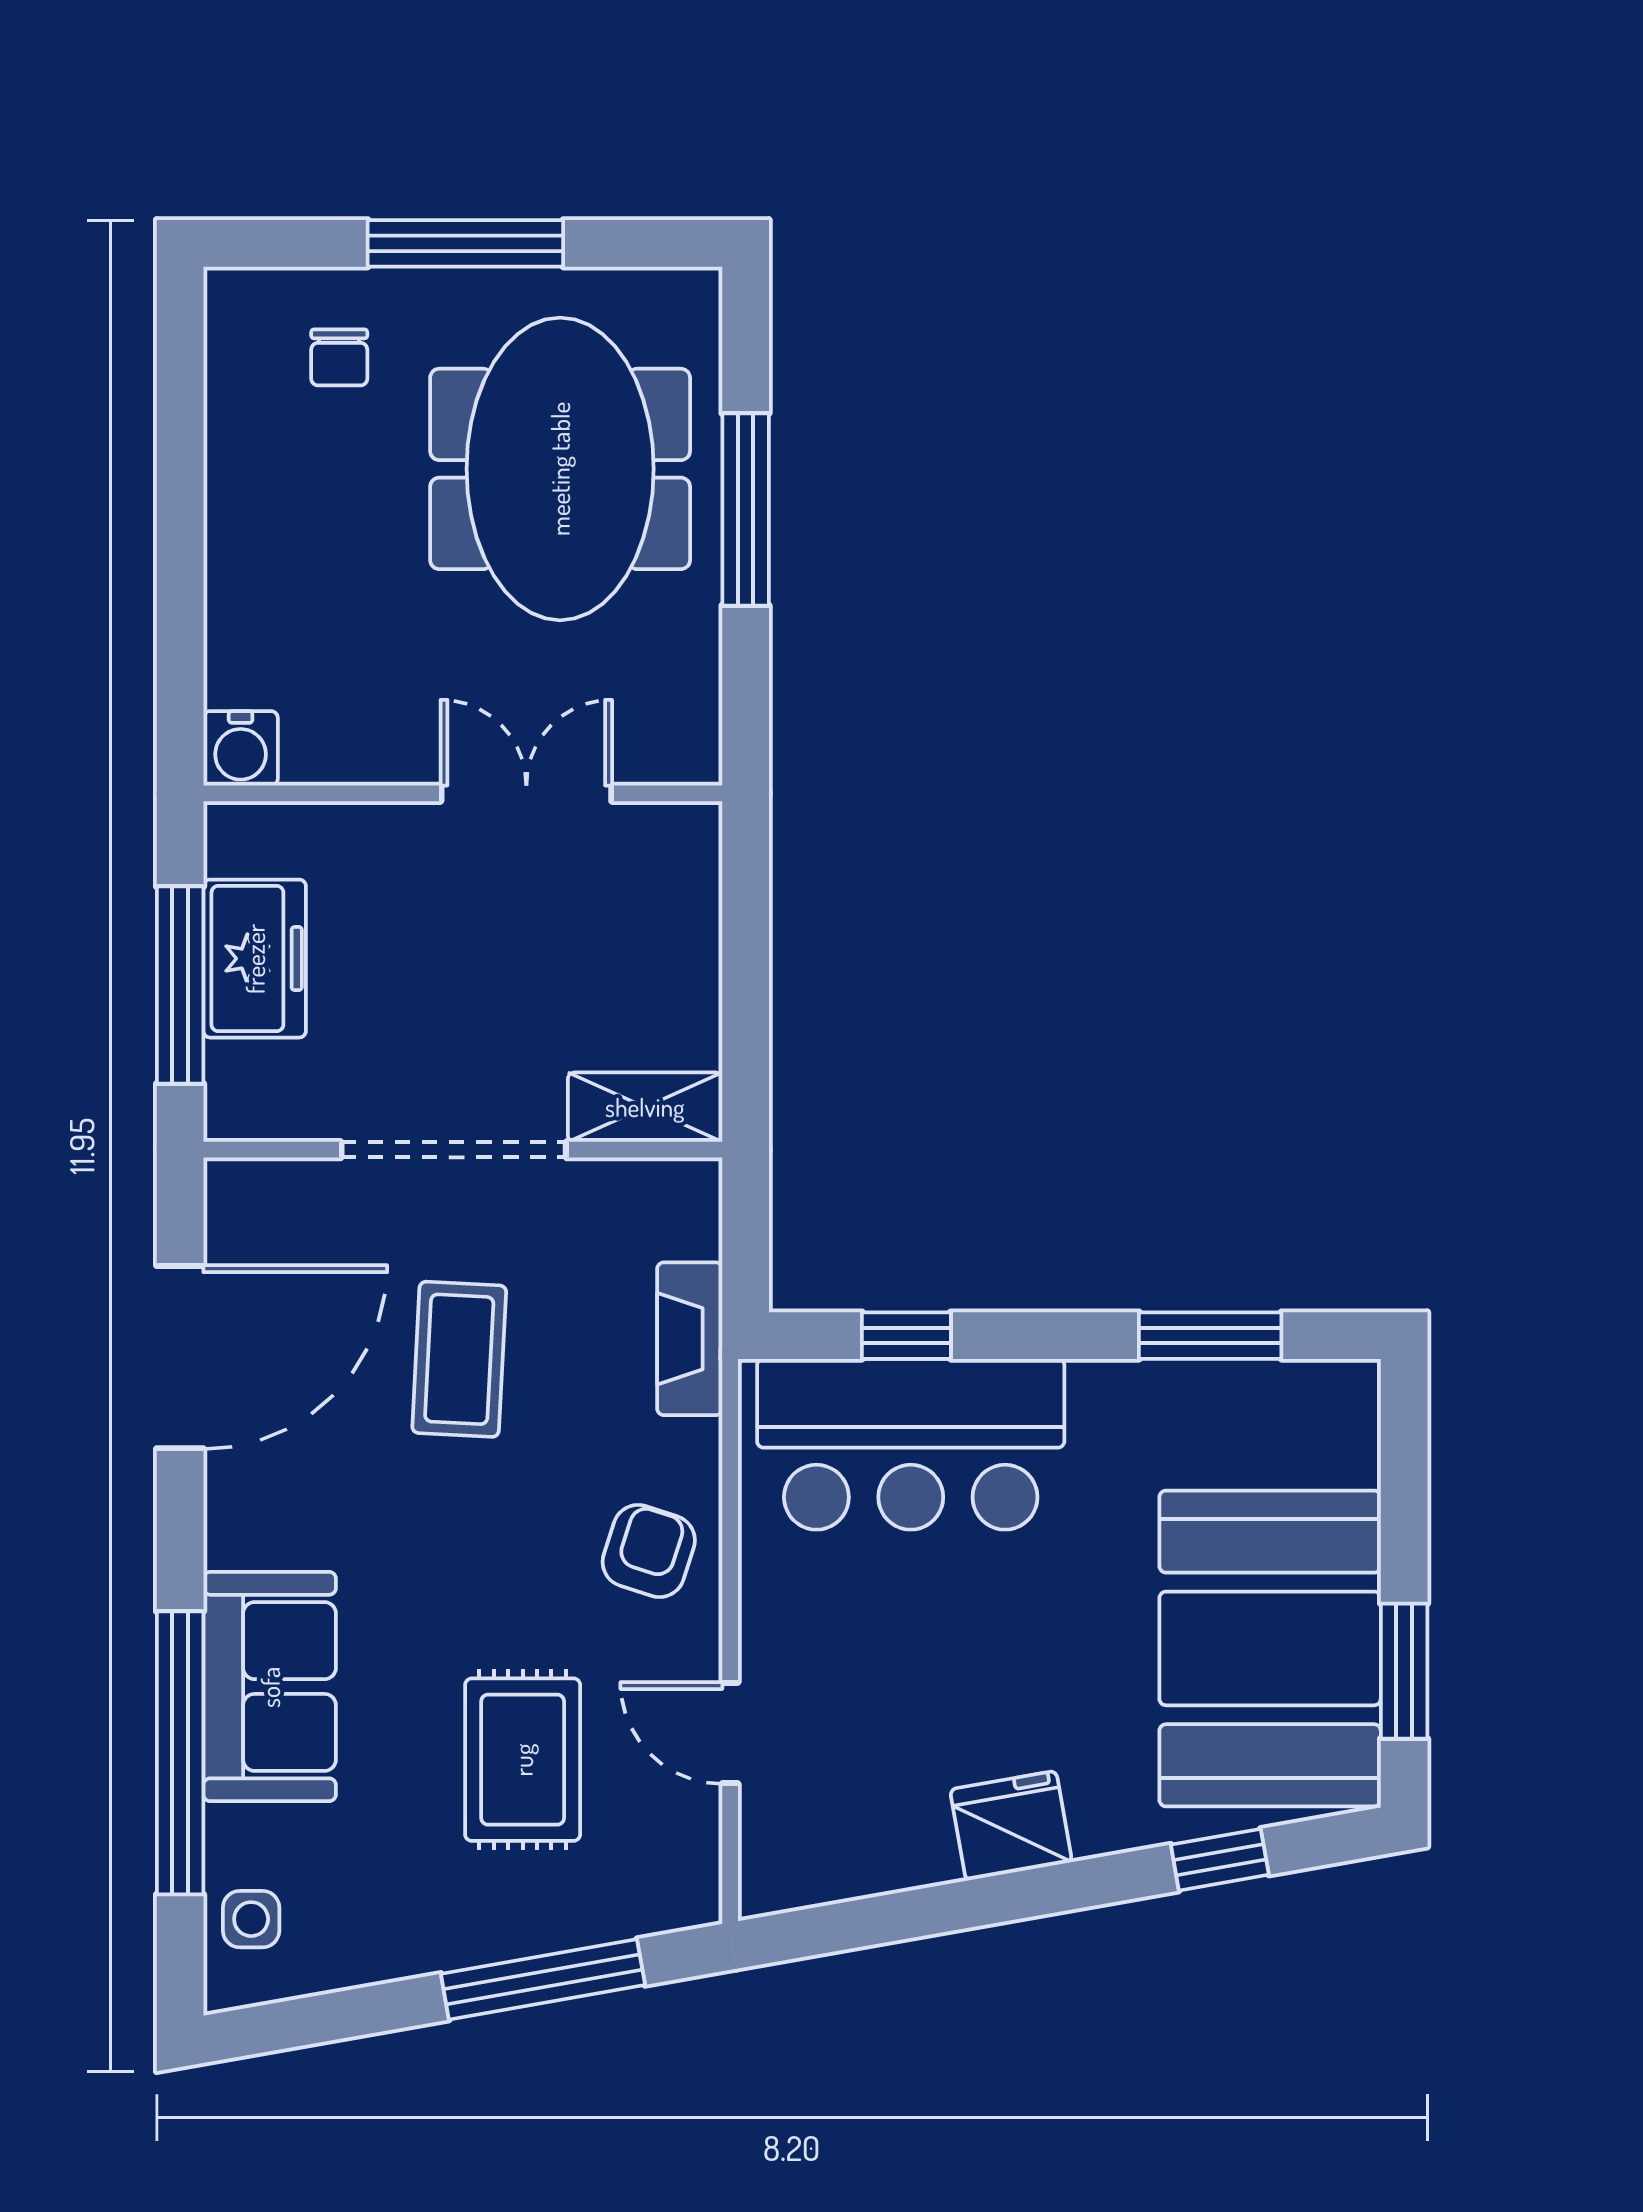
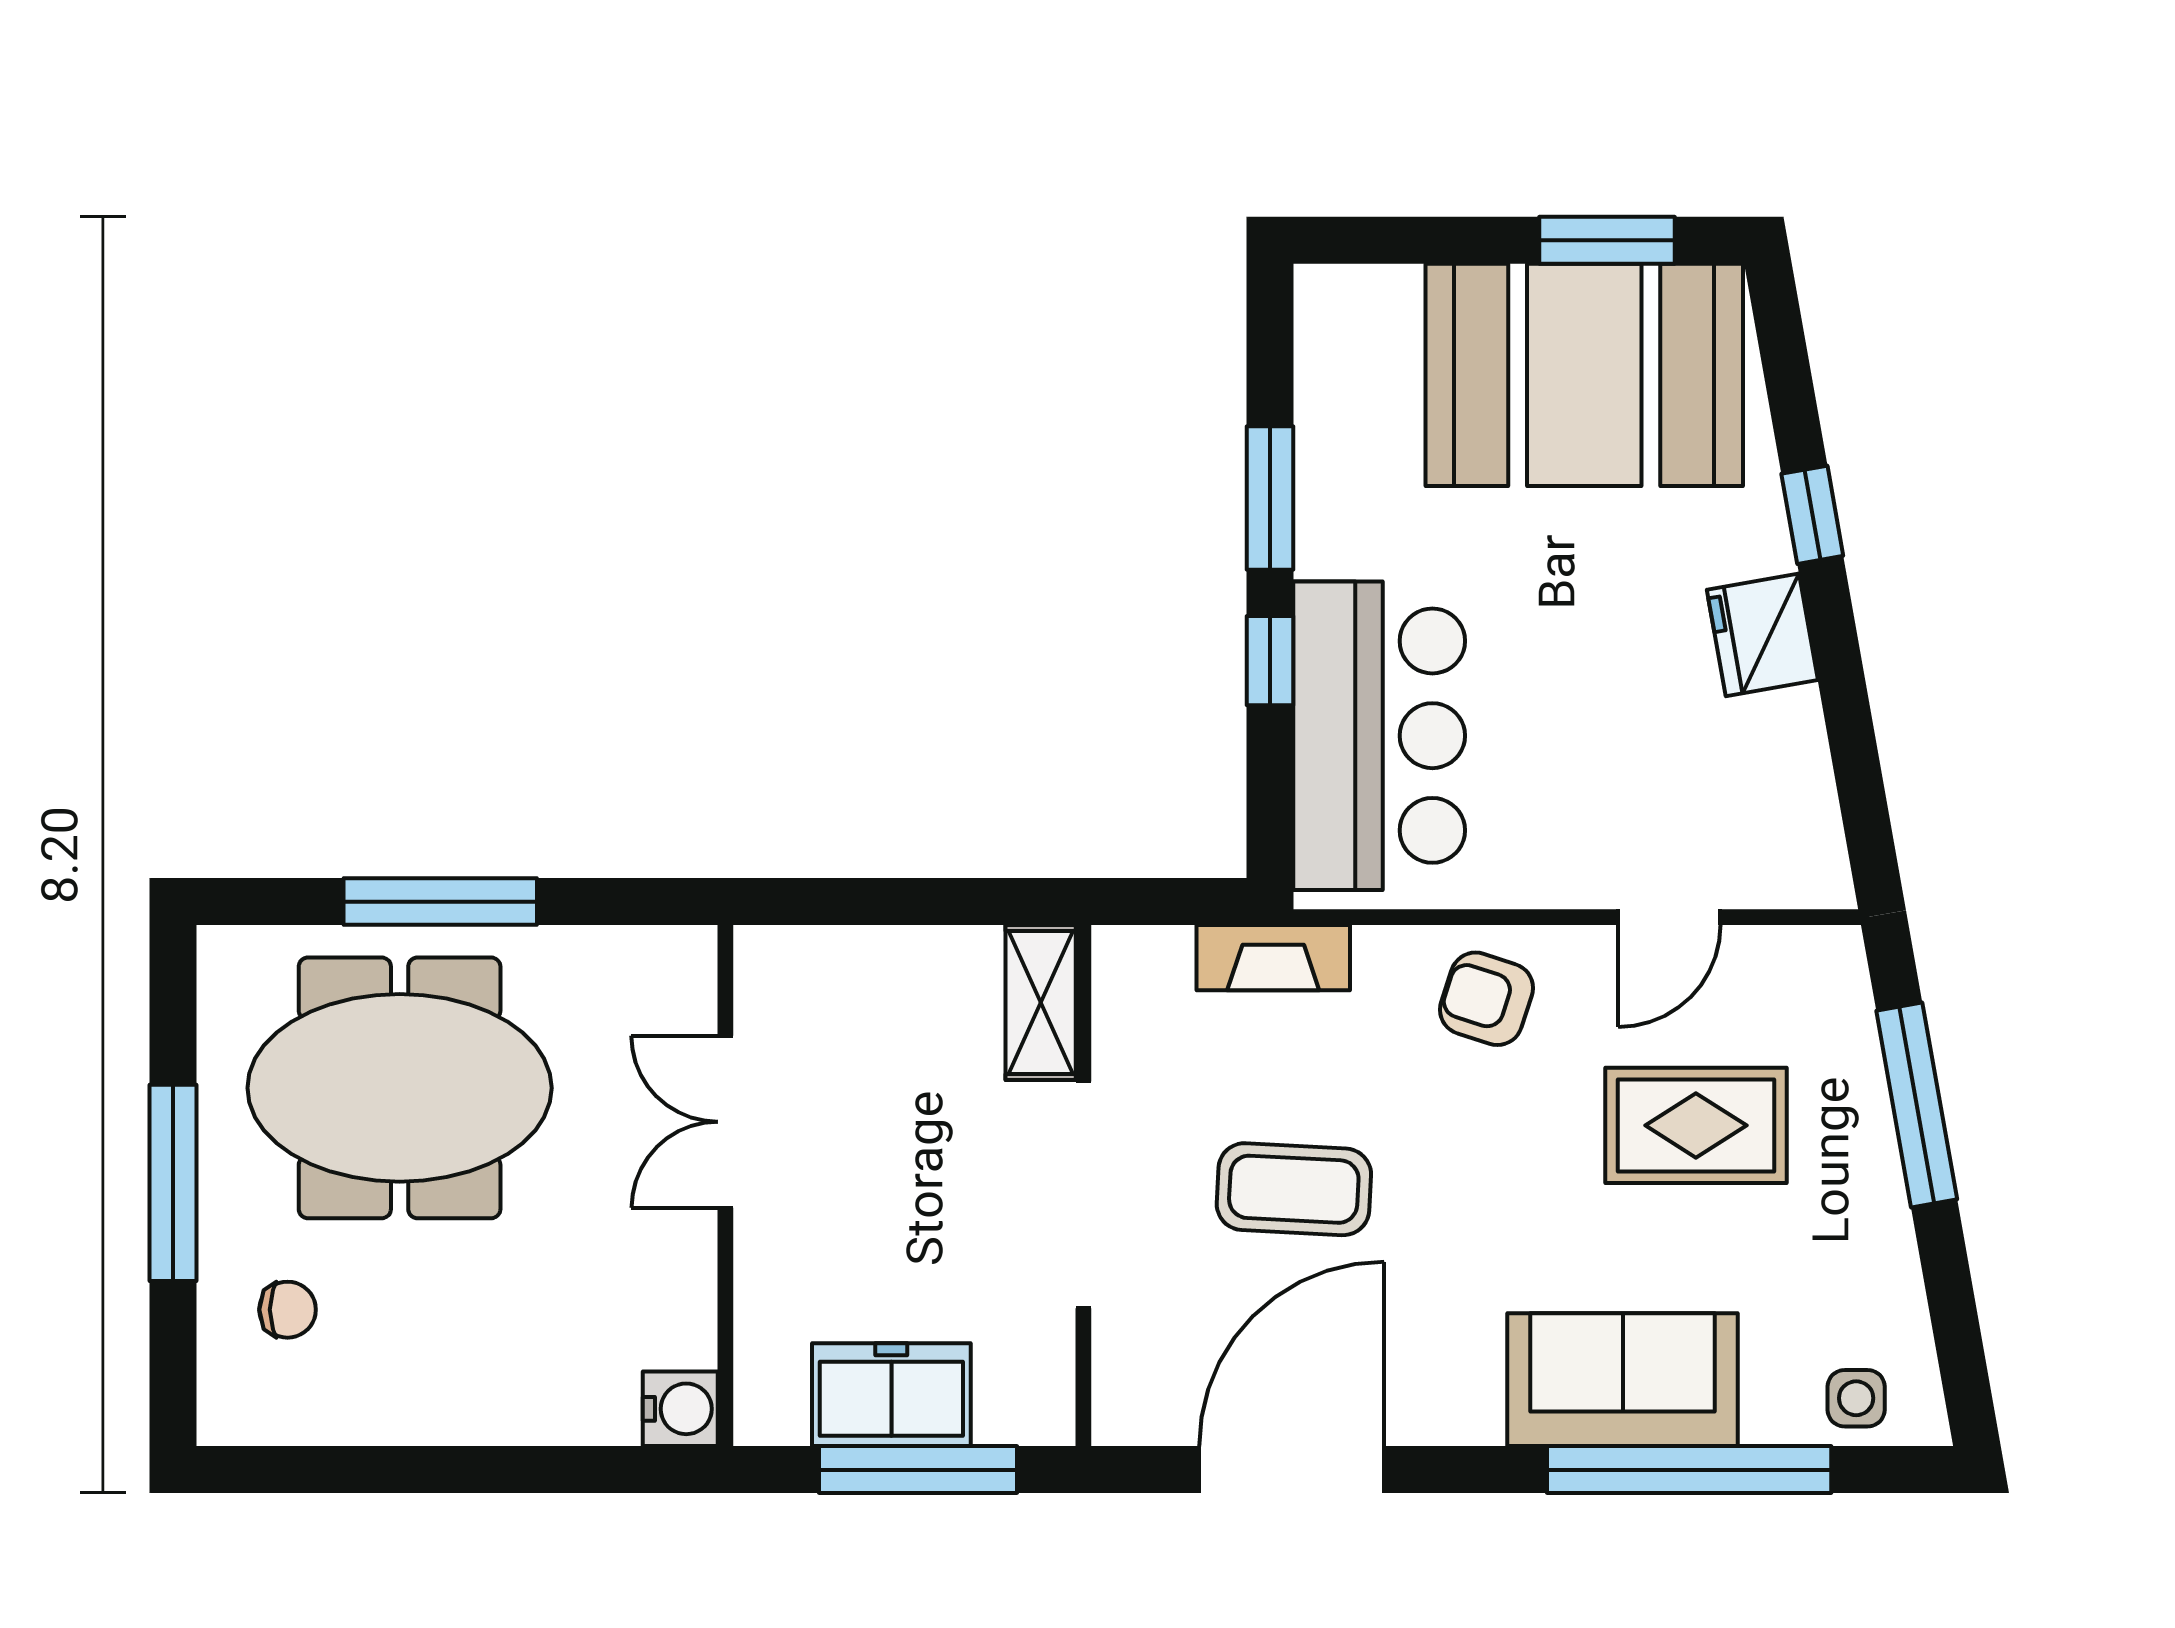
window: (906, 1336) -> (1270, 661), moved
window: (1210, 1336) -> (1270, 498), moved
door: (180, 1357) -> (1292, 1470), hinge flipped
window: (1220, 1860) -> (1812, 515), moved

